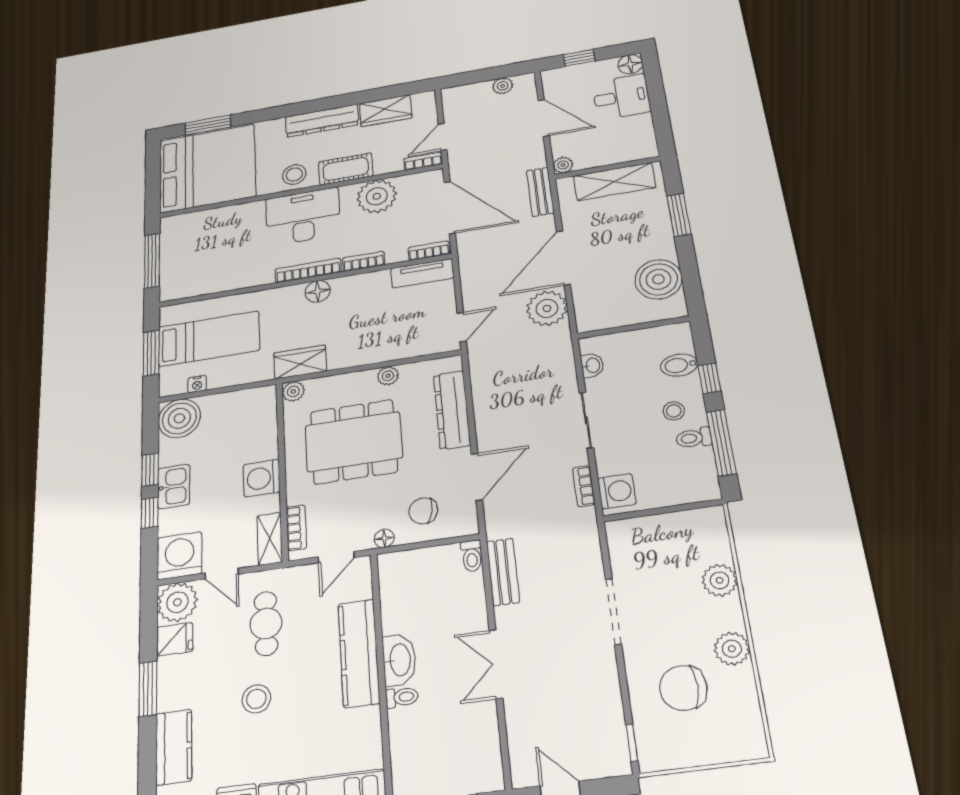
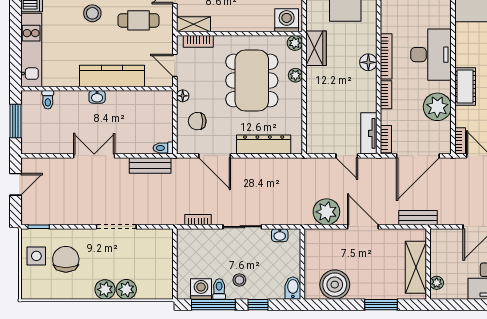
plant: (563, 165) -> (437, 283), moved
stool: (294, 174) -> (468, 50), removed
door: (563, 258) -> (363, 227), width x0.73
door: (462, 327) -> (347, 156), moved
bidet: (679, 365) -> (293, 288), moved
plant: (388, 376) -> (295, 75), moved
washing machine: (262, 478) -> (287, 20), moved
washing machine: (617, 491) -> (201, 289), moved, turned 180
chair: (423, 511) -> (197, 121), turned -101
plant: (732, 649) -> (105, 289), moved
washbasin: (399, 660) -> (97, 97), width x0.52, depth x0.69
toilet: (402, 697) -> (48, 100), moved
side table: (685, 740) -> (36, 256), added

